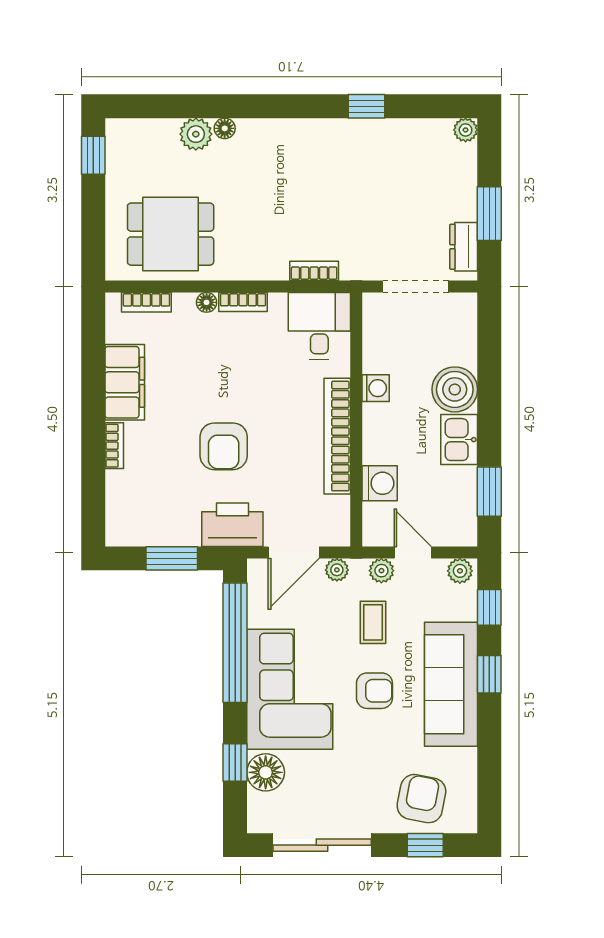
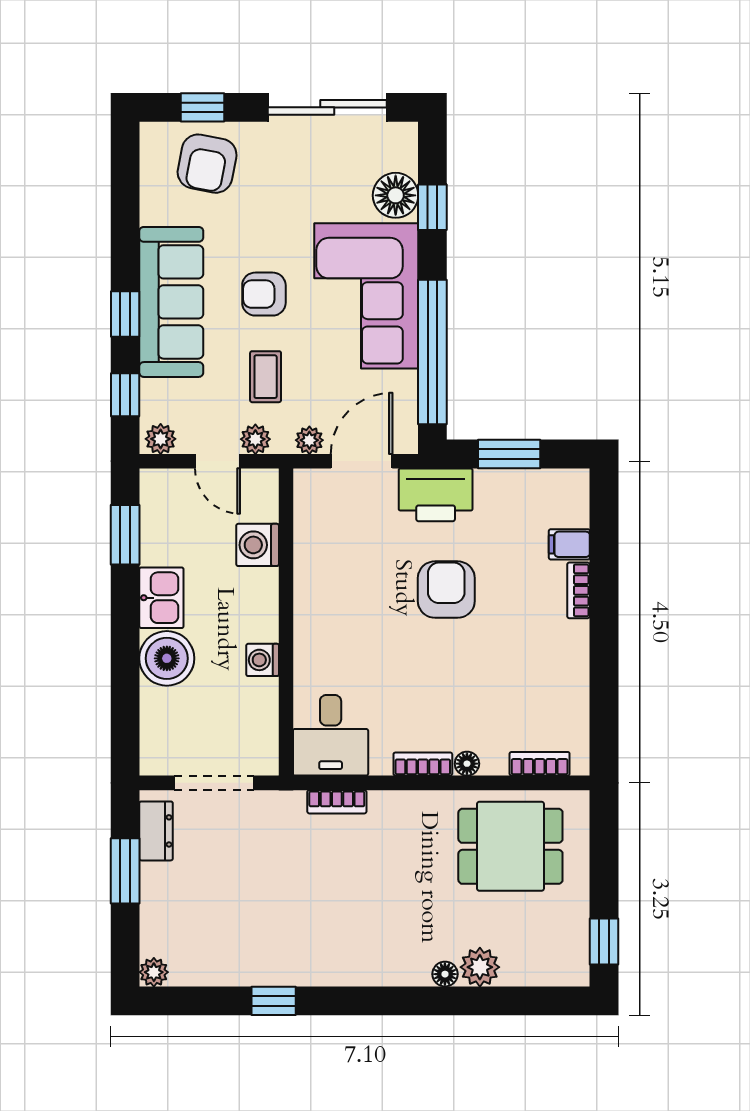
filing cabinet: (125, 382) -> (569, 544), moved, width x0.33, depth x0.86
bookcase: (337, 436) -> (309, 602), removed

